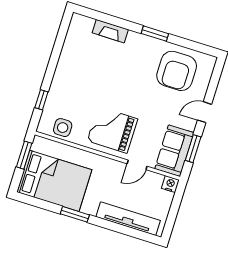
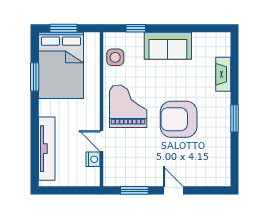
armchair: (177, 71) -> (179, 119), moved
sofa: (174, 151) -> (168, 46), moved, turned 180
window: (24, 155) -> (63, 28), moved
nightstand: (170, 184) -> (93, 159), moved
window: (75, 214) -> (35, 77), moved

